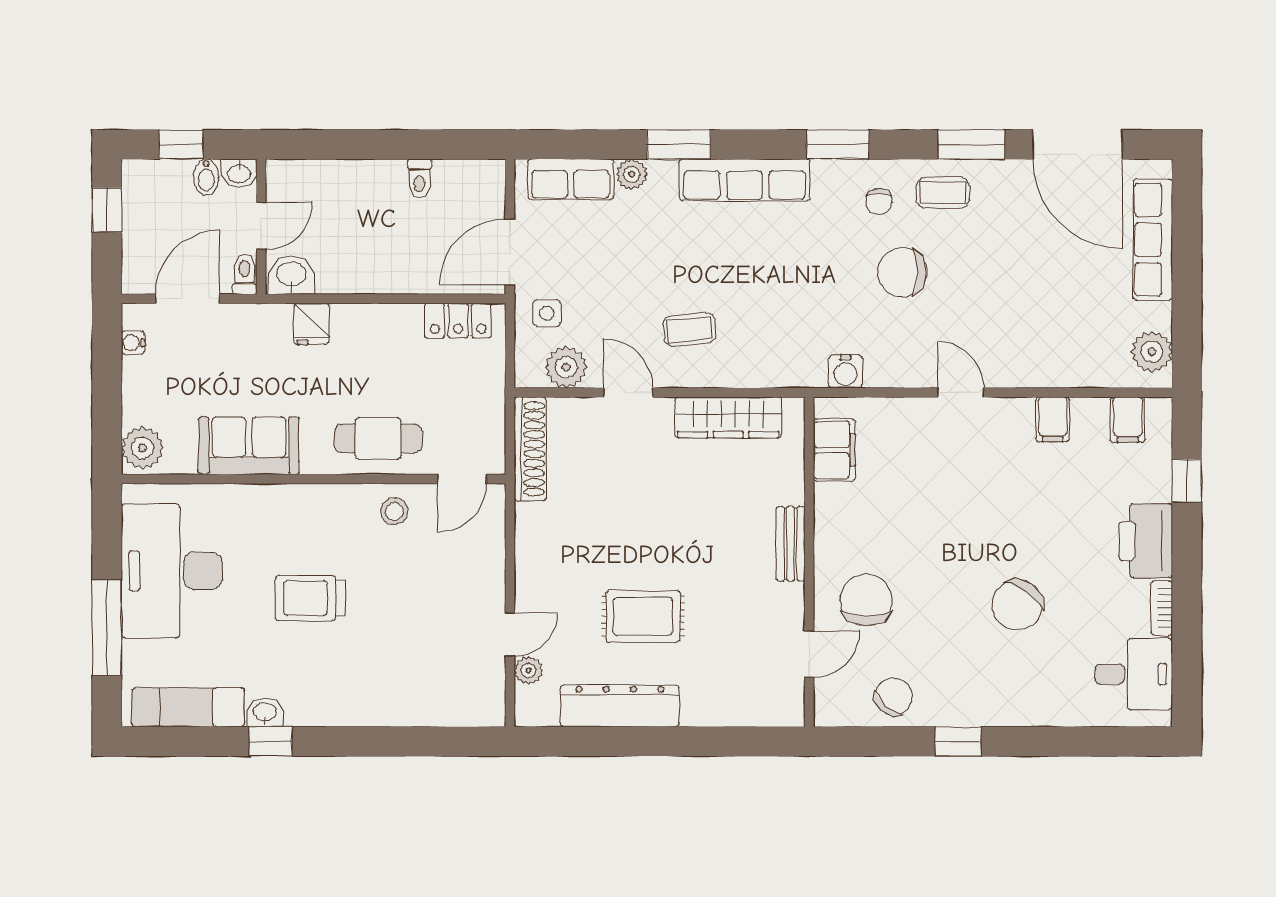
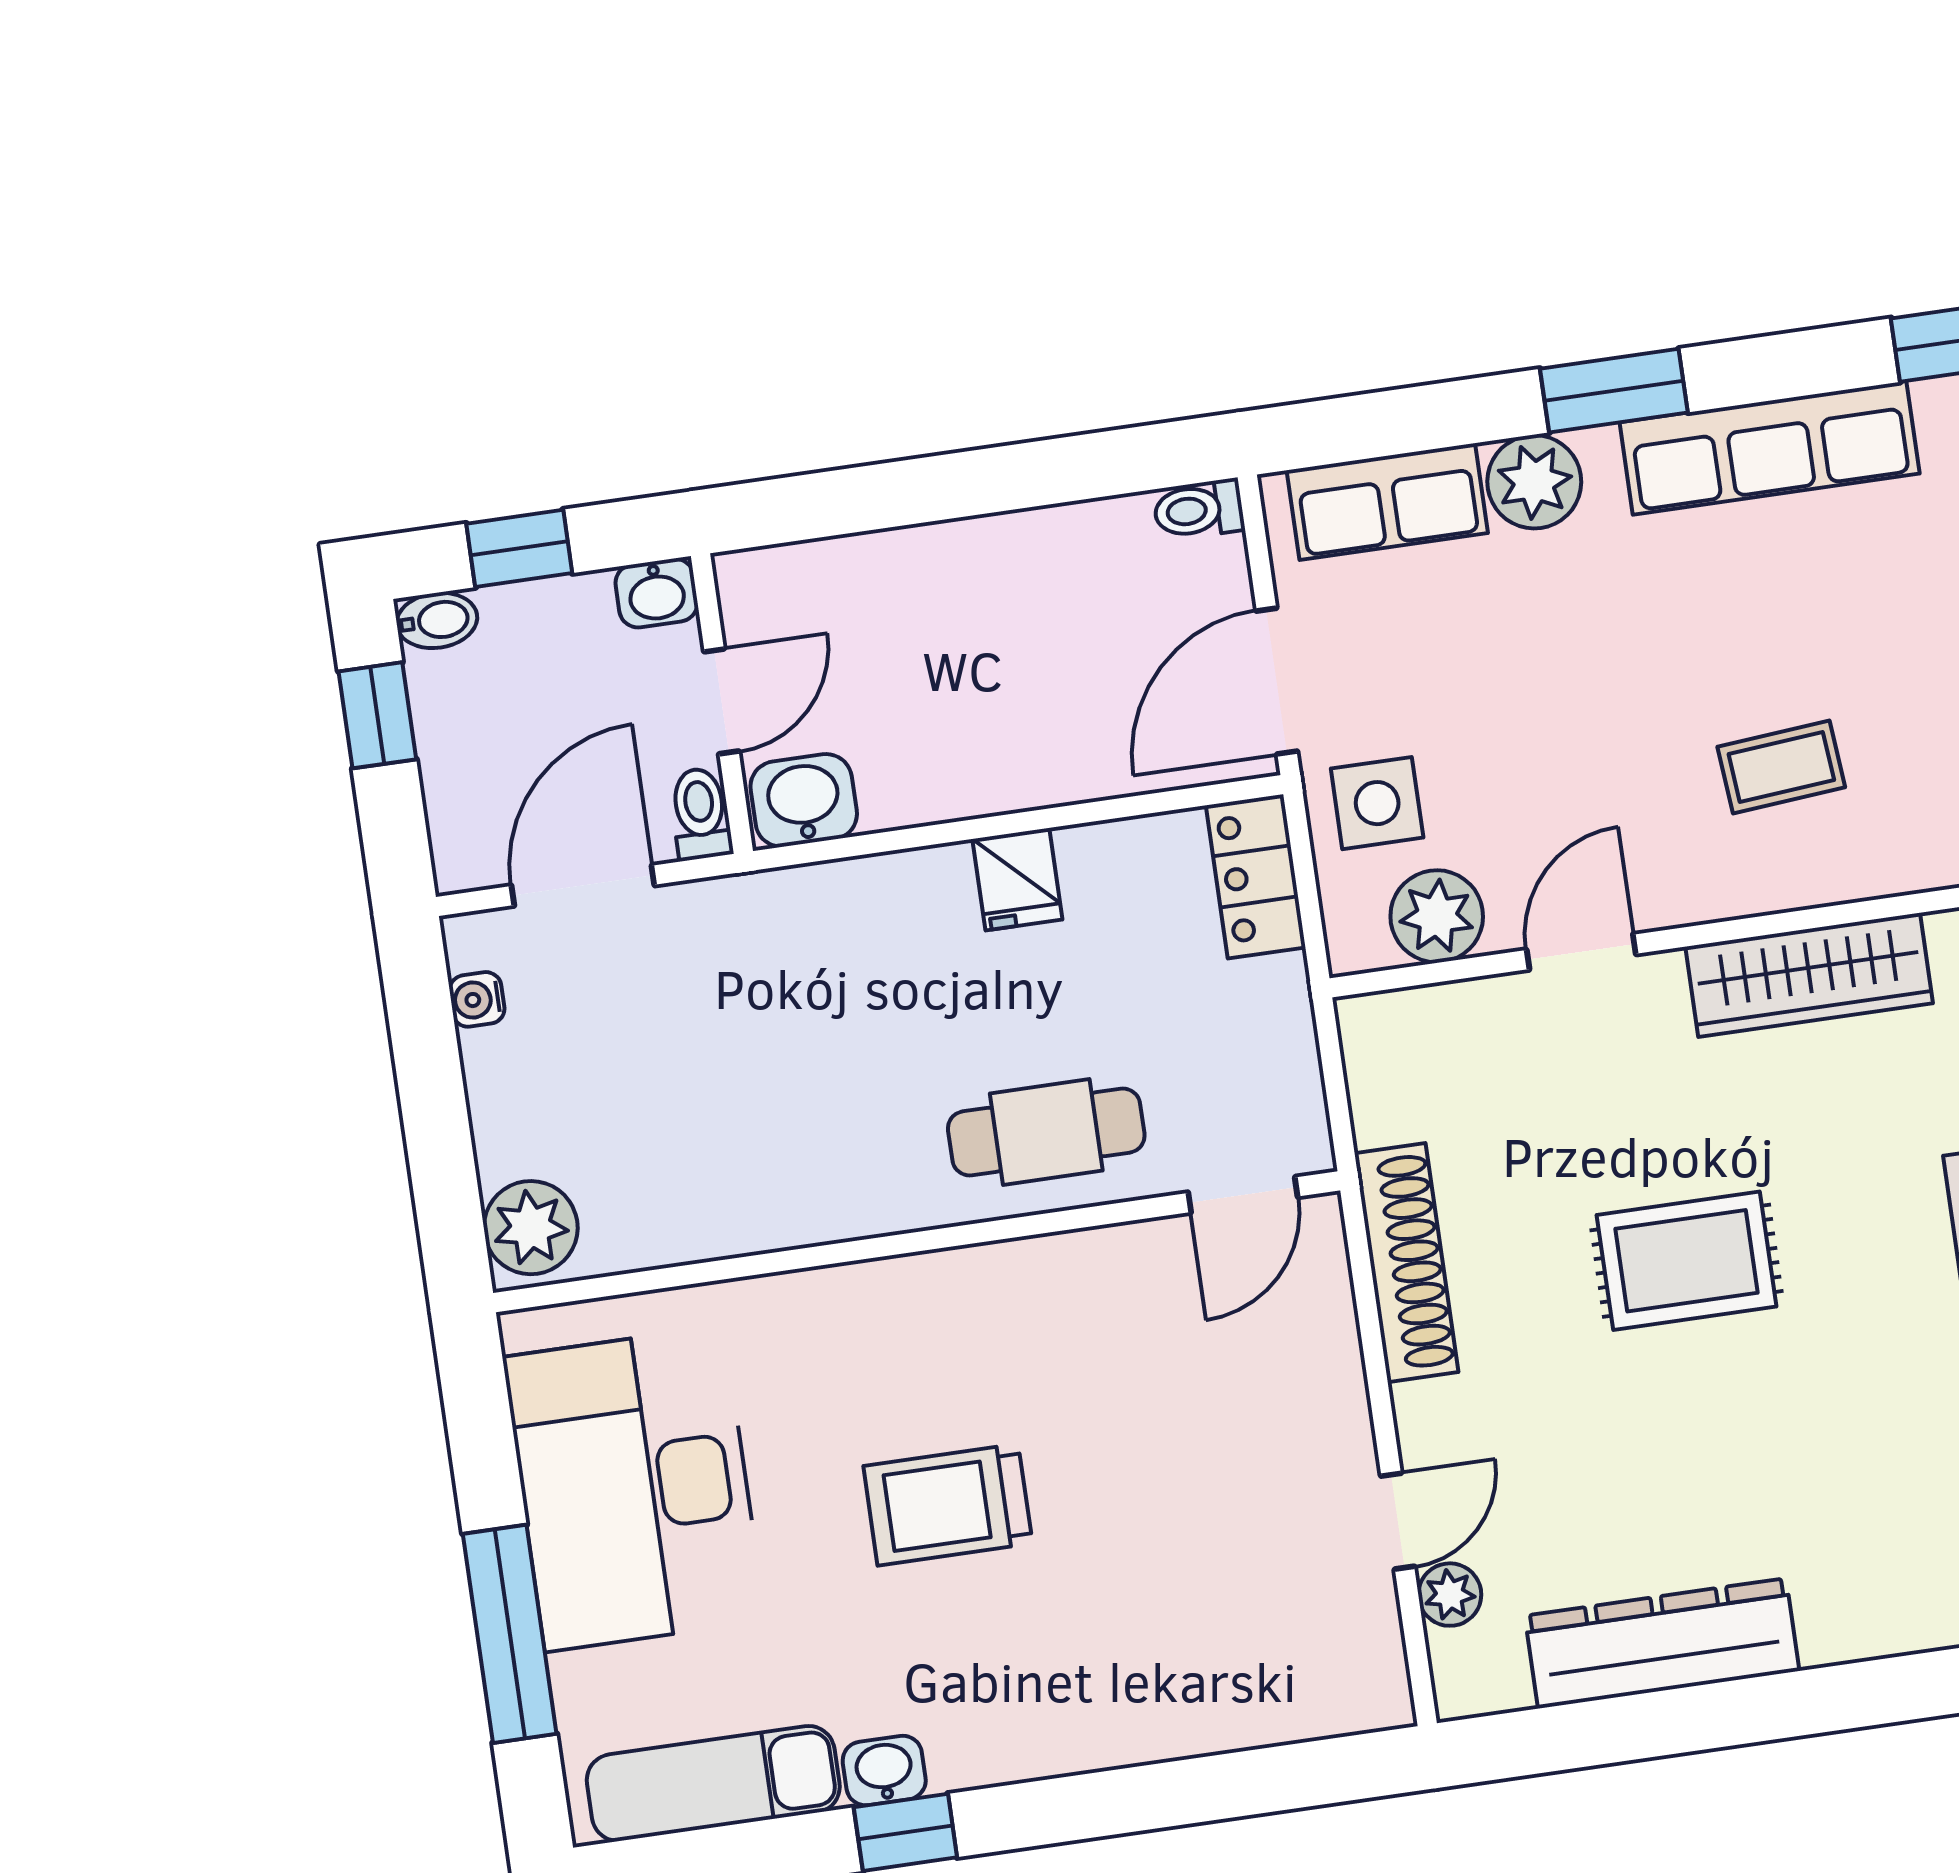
plant: (632, 174) -> (1534, 482), width x1.38, depth x1.38
bidet: (206, 177) -> (437, 620), moved, turned -90
toilet: (419, 178) -> (1199, 510), moved, turned 90
side table: (547, 313) -> (1377, 803), width x1.37, depth x1.37
locker: (458, 321) -> (1256, 876), moved, turned 90
fridge: (312, 324) -> (1017, 879), moved
coffee table: (690, 329) -> (1781, 767), moved
door: (628, 392) -> (1581, 952), hinge flipped
sofa: (249, 446) -> (764, 1189), removed
shoe rack: (530, 449) -> (1406, 1263), moved
stool: (394, 511) -> (1105, 1287), removed
rug: (643, 616) -> (1686, 1261), moved

